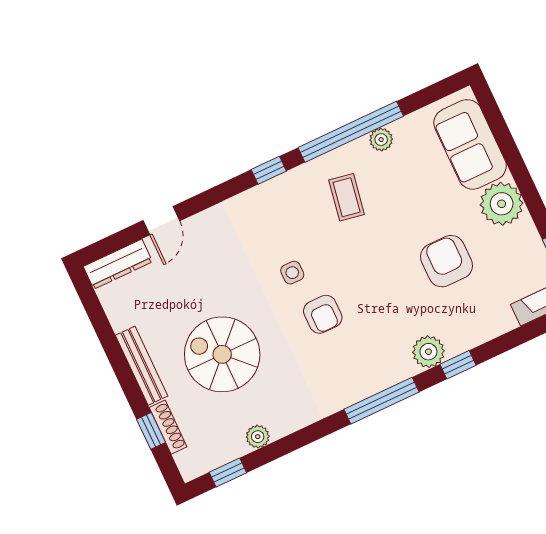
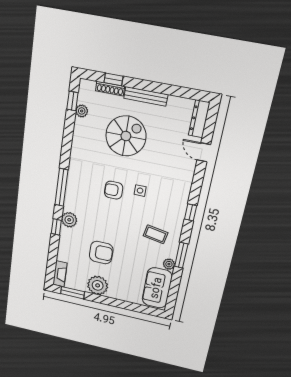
window: (351, 132) -> (181, 255), width x0.47
sofa: (470, 144) -> (157, 288), moved, turned -90
plant: (502, 204) -> (98, 285), moved
plant: (258, 437) -> (82, 111), moved

